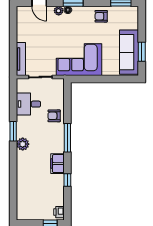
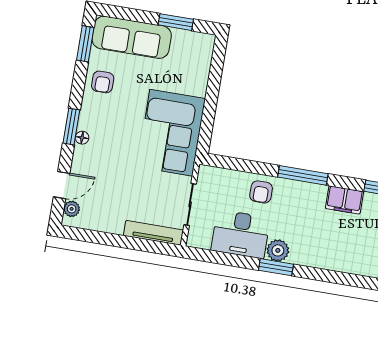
plant: (59, 11) -> (72, 209), moved
sofa: (129, 52) -> (132, 37), moved
desk: (28, 104) -> (241, 234), width x1.37
plant: (23, 144) -> (278, 250), moved

